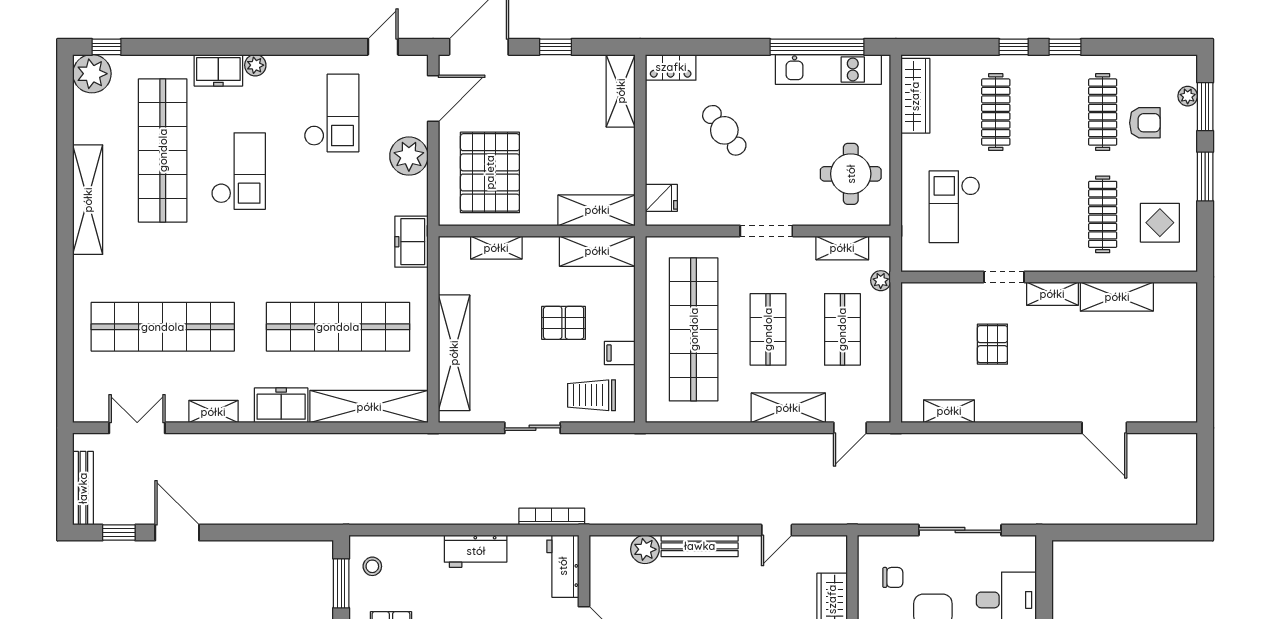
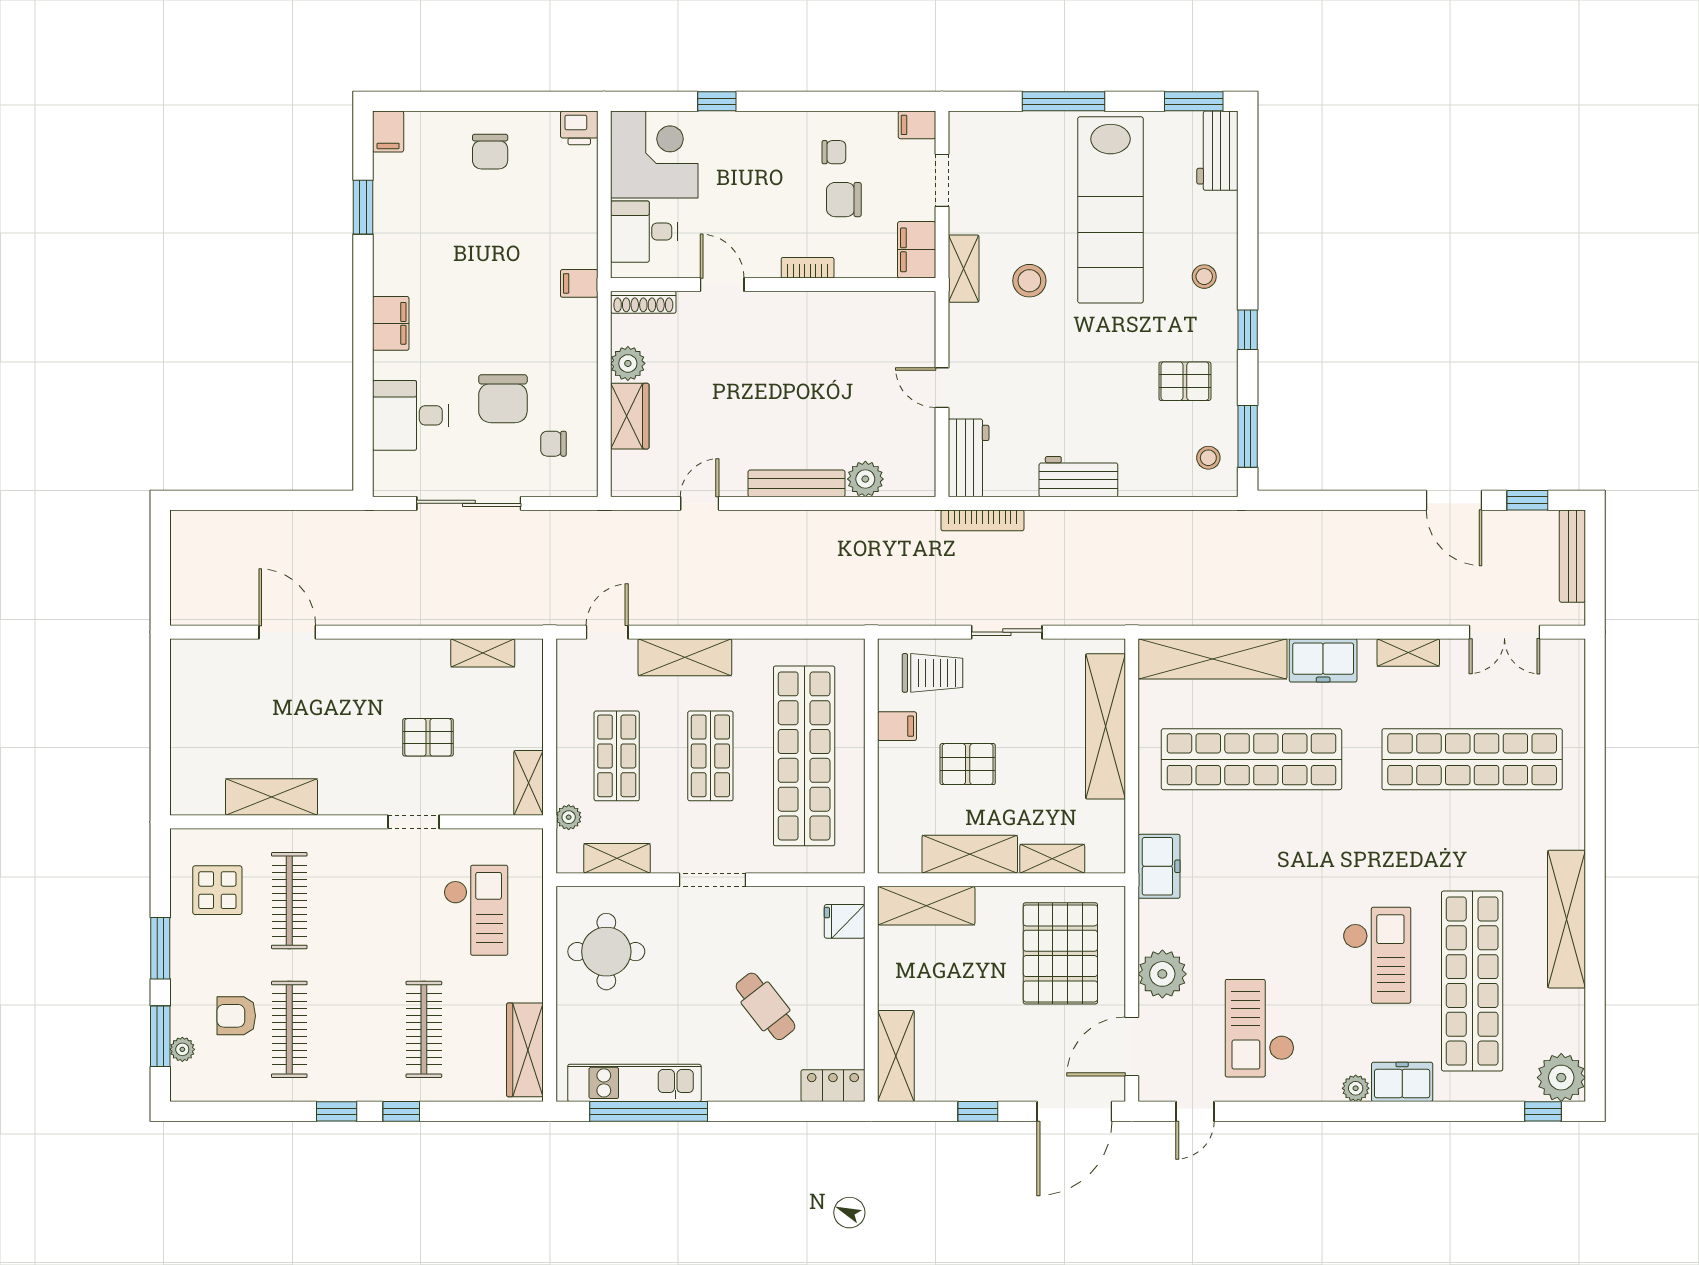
checkout: (238, 171) -> (1377, 955), turned 180
shelving: (597, 251) -> (970, 854), moved
shelving: (1052, 294) -> (528, 783), moved, turned 90
pallet: (992, 344) -> (428, 737), turned 90

